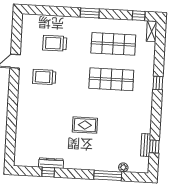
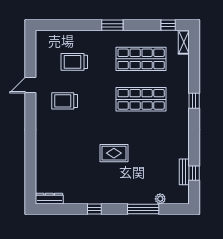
dresser: (51, 163) -> (49, 199), moved
window: (48, 172) -> (94, 209), moved

